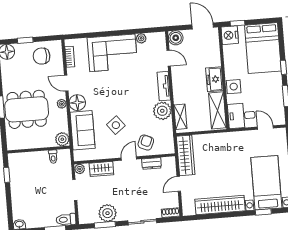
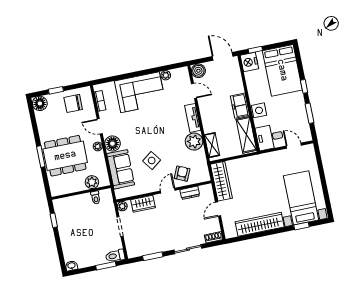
plant: (62, 139) -> (92, 182), moved
plant: (108, 213) -> (154, 245), removed

